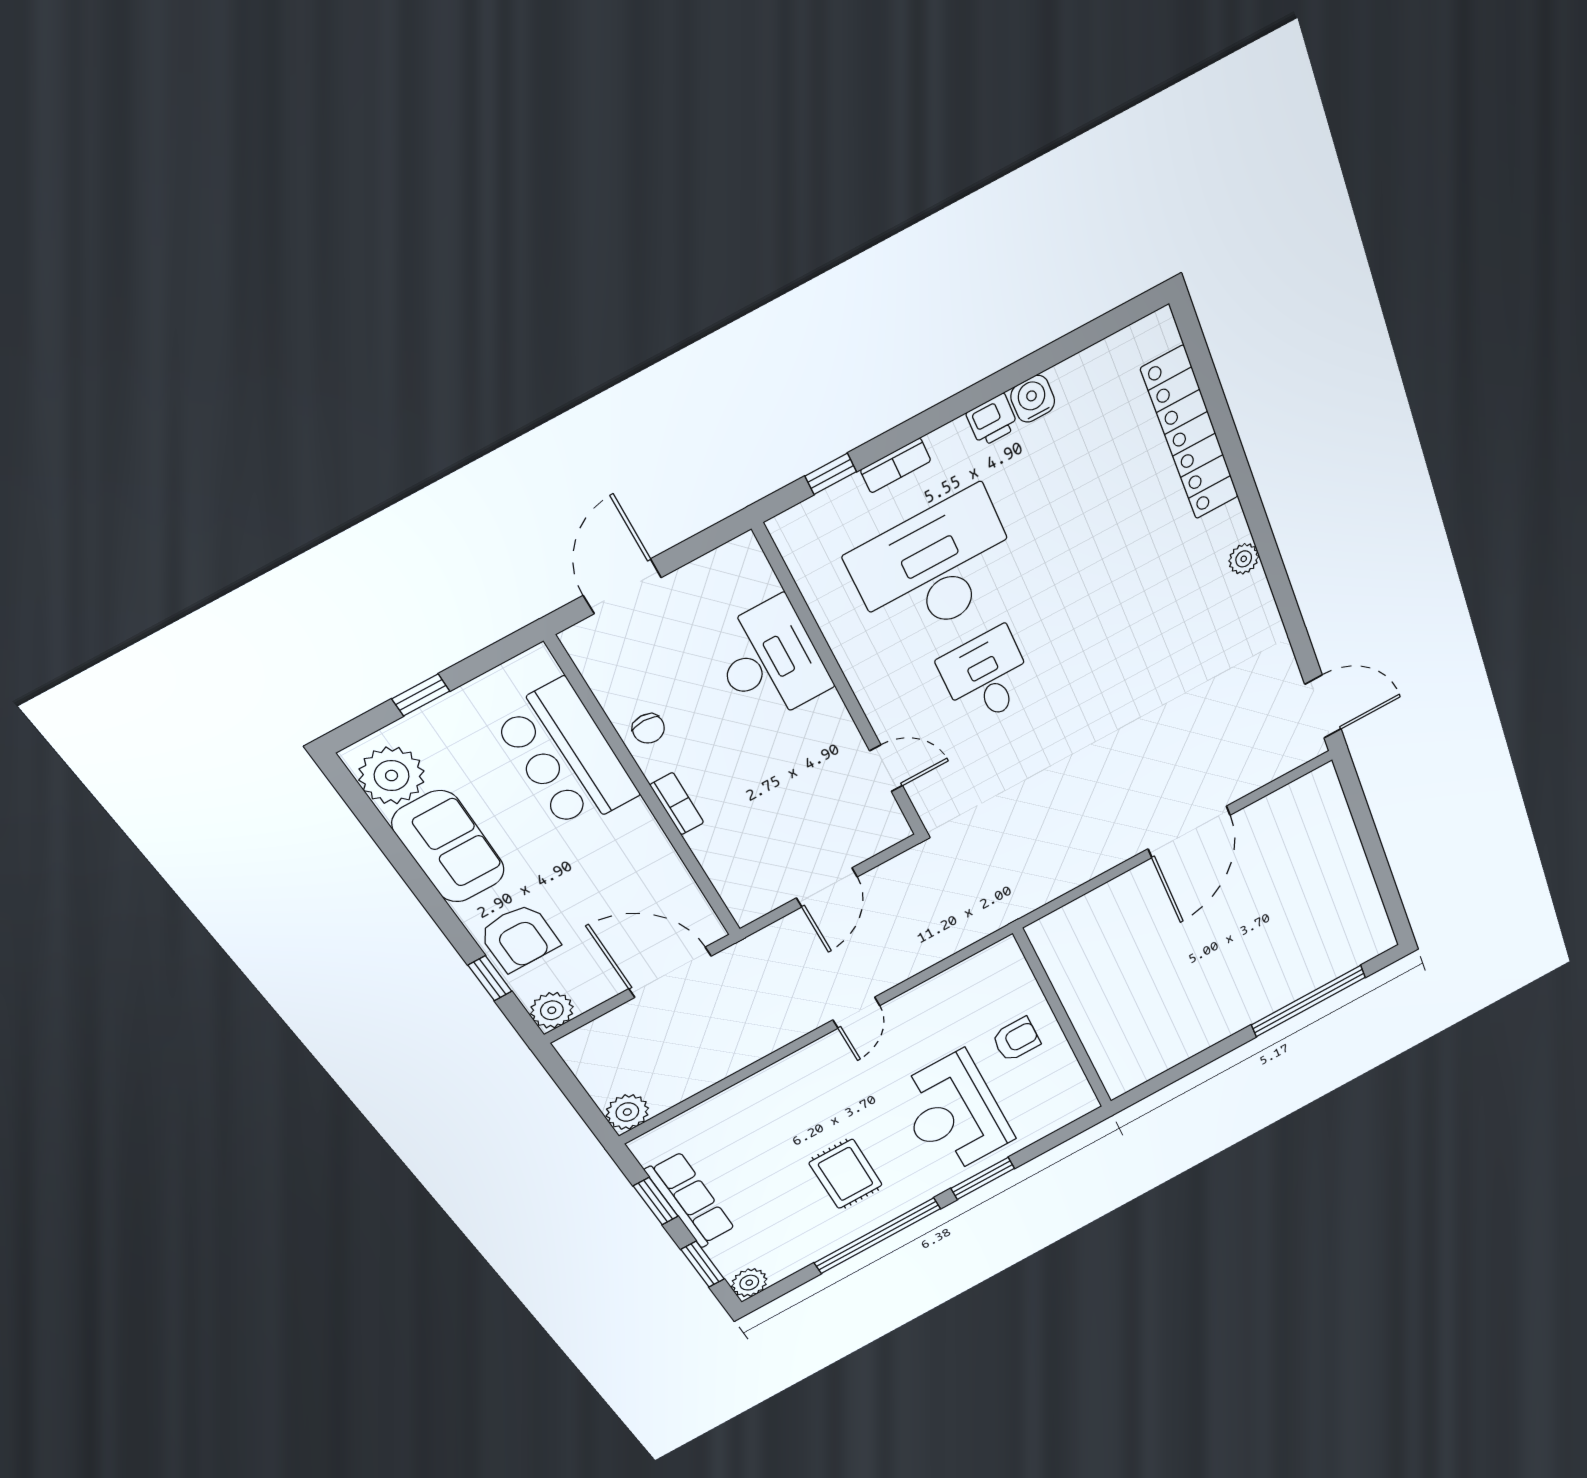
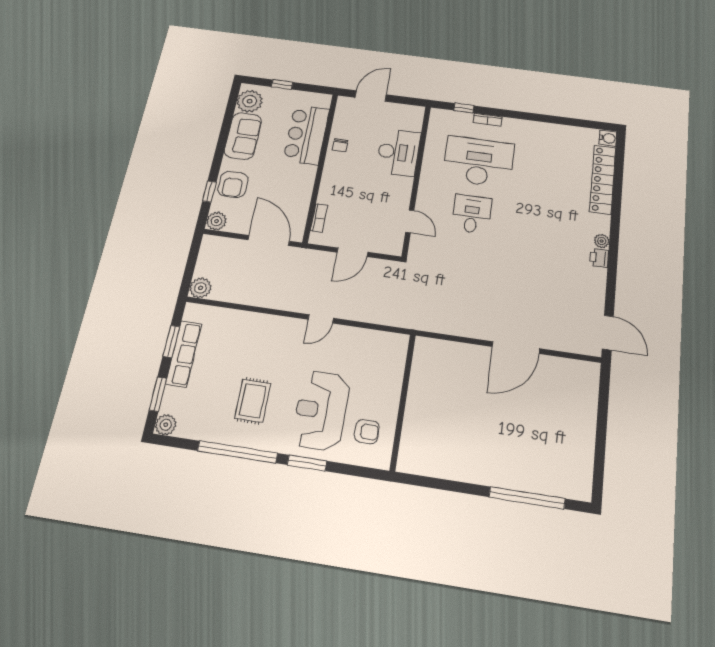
water cooler: (1033, 399) -> (608, 138), moved, turned 90
printer: (992, 420) -> (599, 258), moved, turned 90
bookcase: (677, 804) -> (319, 218), moved
armchair: (1016, 1039) -> (367, 432), moved

